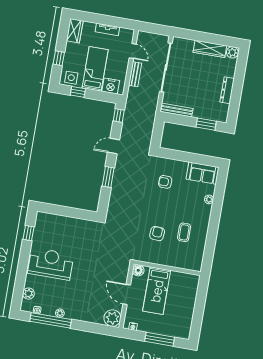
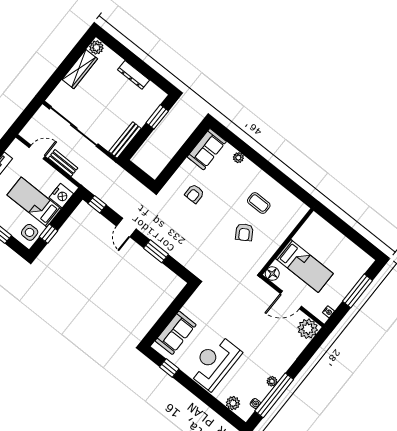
sofa: (57, 224) -> (176, 333), added
armchair: (157, 234) -> (244, 232), turned -126

